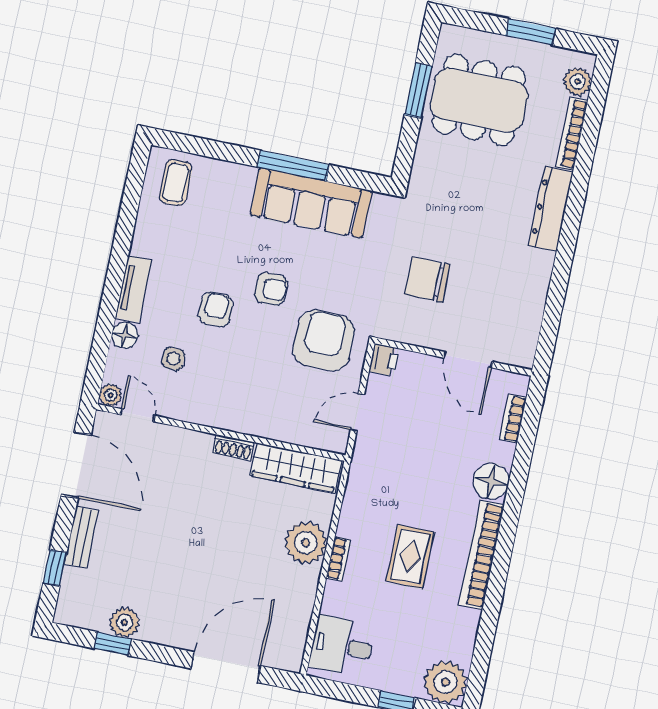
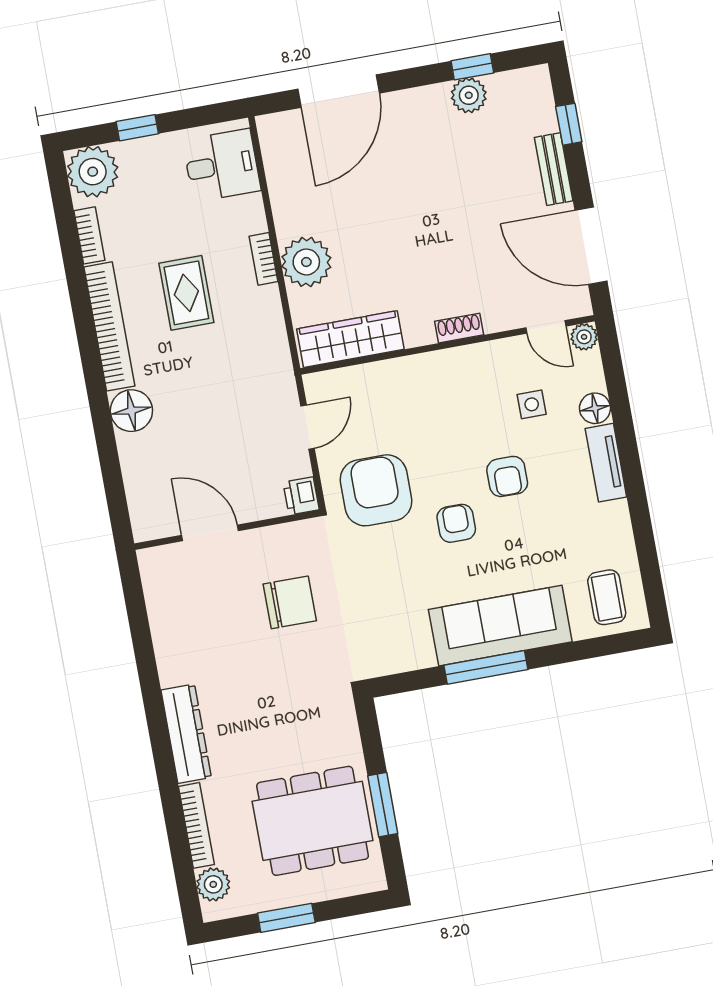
sofa: (311, 203) -> (500, 626), moved
armchair: (271, 289) -> (456, 523), turned 90
armchair: (324, 340) -> (376, 490), turned 180
bookcase: (513, 418) -> (89, 235), moved
shoe rack: (233, 448) -> (459, 328), moved

